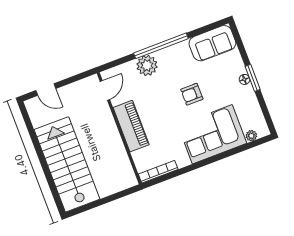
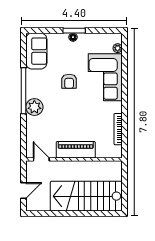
door: (105, 90) -> (41, 159), moved
piano: (131, 126) -> (76, 150), moved
wall: (119, 128) -> (74, 159), moved

